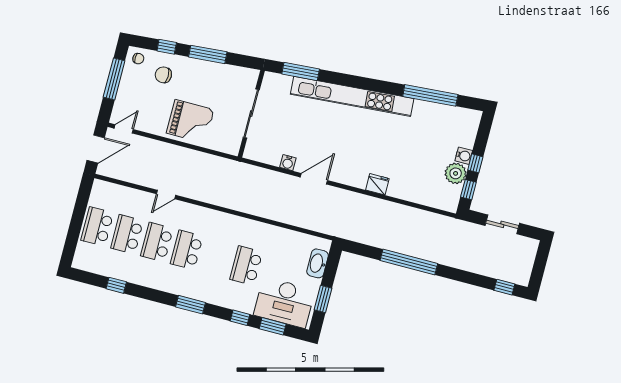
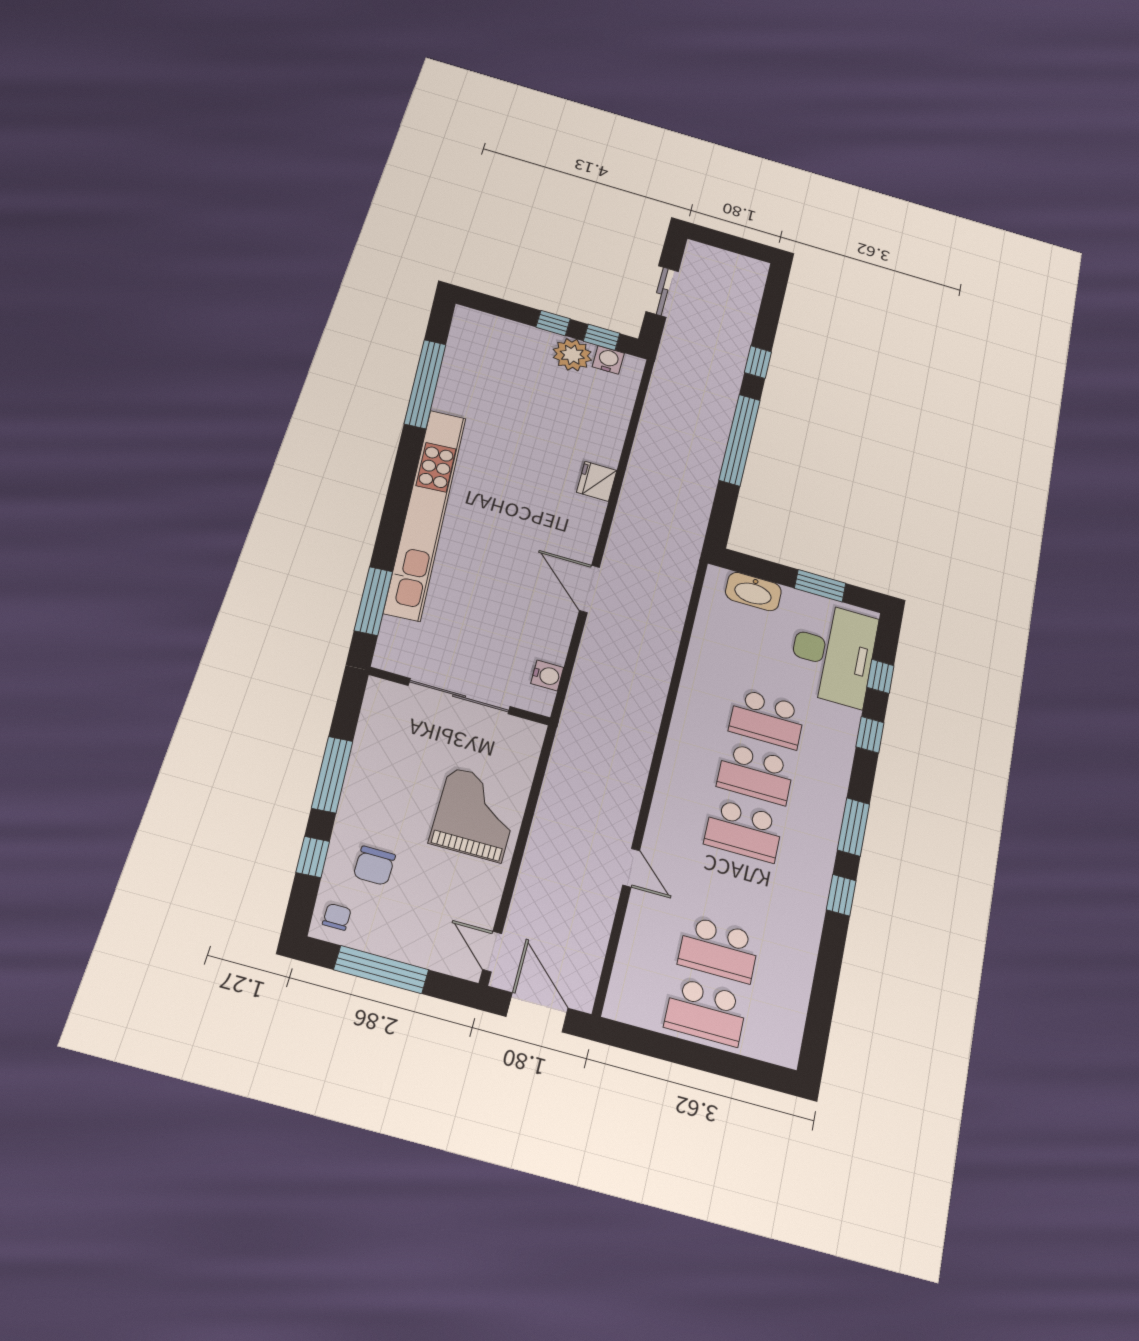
water cooler: (464, 156) -> (608, 360), moved
water cooler: (288, 163) -> (547, 675), moved
school desk: (157, 242) -> (755, 774), moved
window: (116, 285) -> (841, 895), moved
window: (504, 287) -> (758, 362), moved
window: (273, 326) -> (880, 676), width x0.67

